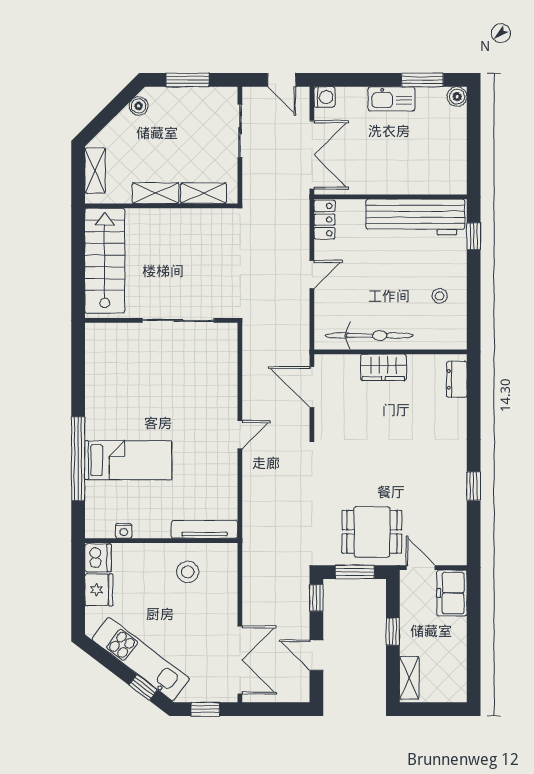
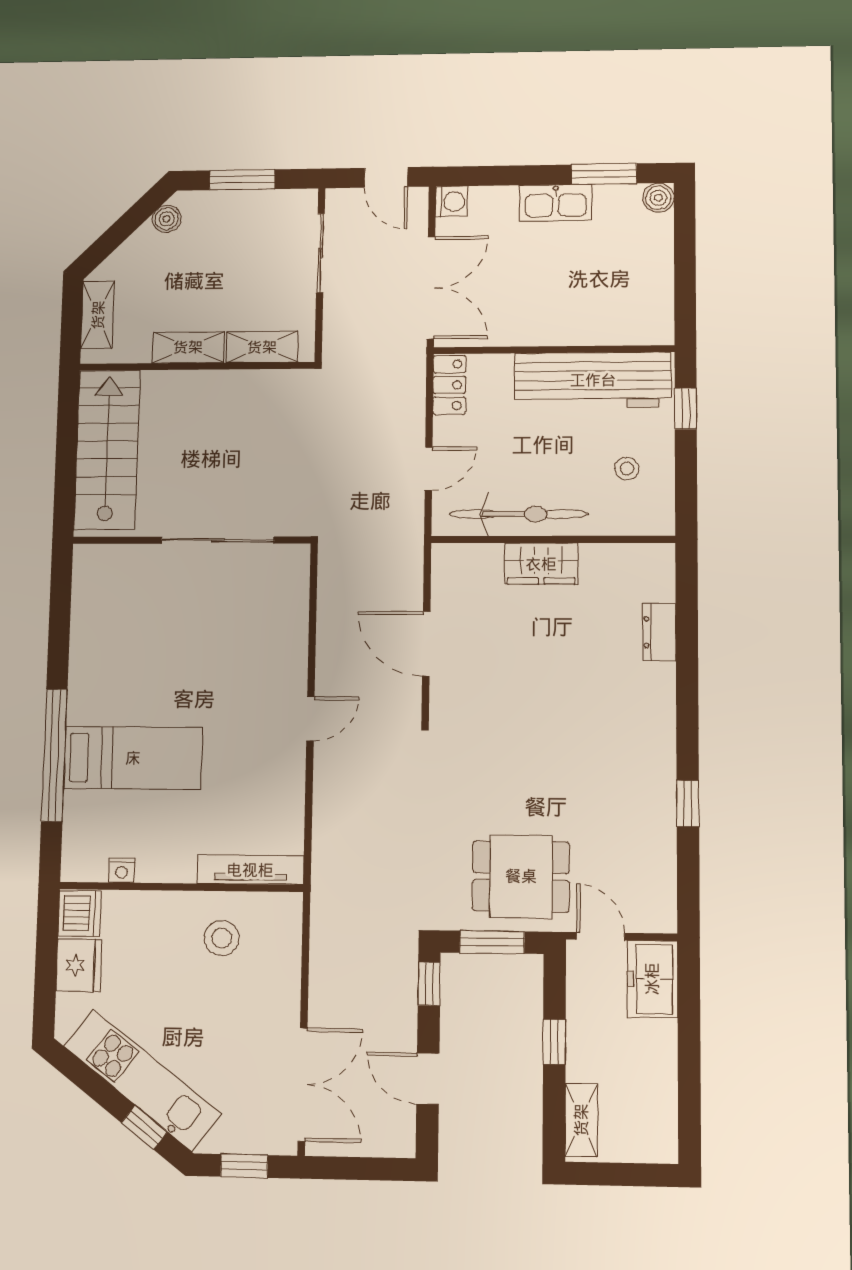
stool: (440, 296) -> (627, 469), moved
bicycle: (369, 335) -> (519, 514), moved
wall: (391, 352) -> (553, 539), moved
wardrobe: (383, 367) -> (541, 564), moved

